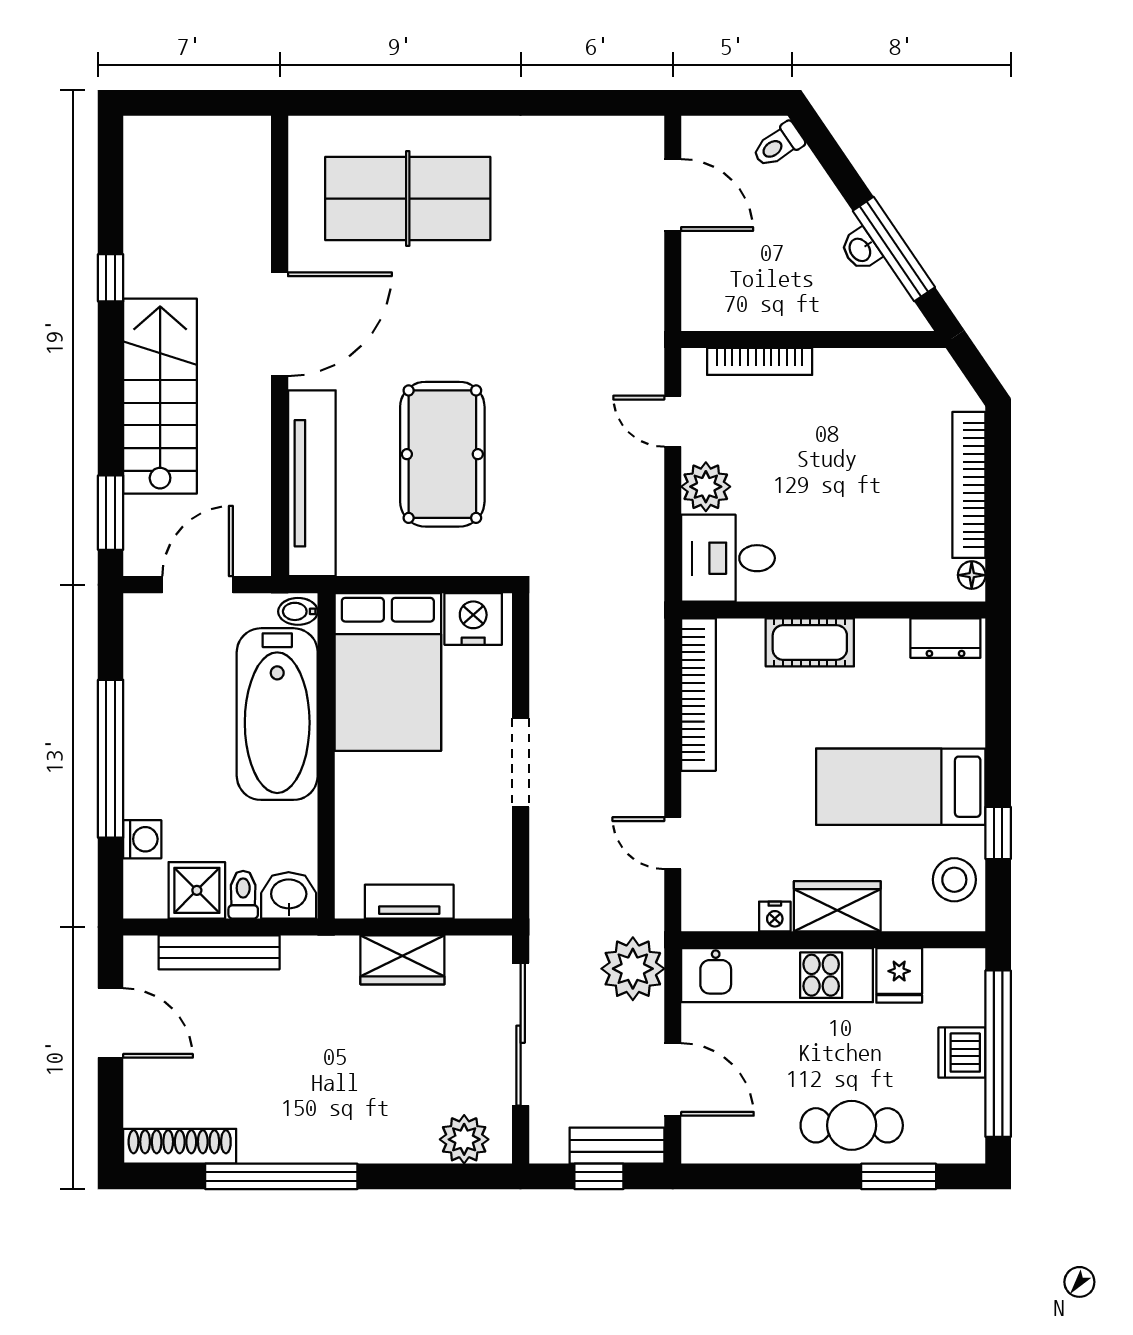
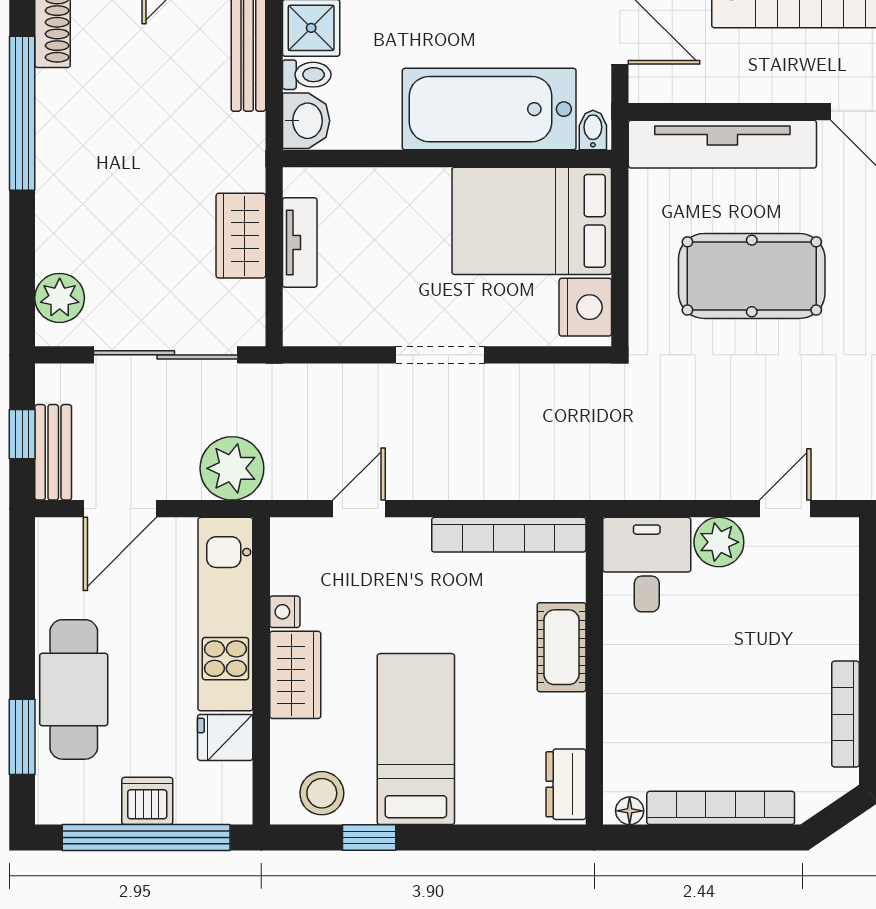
bookcase: (760, 361) -> (845, 714), moved
cafe table: (852, 1125) -> (74, 689), width x1.37, depth x1.35

